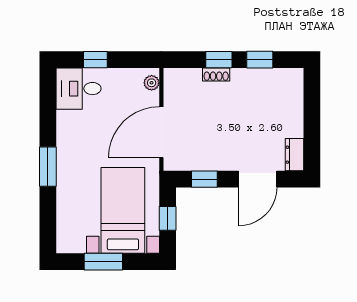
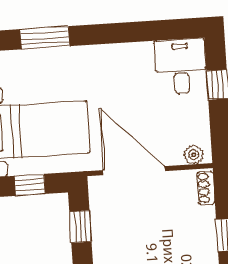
shoe rack: (216, 74) -> (206, 188), moved
window: (48, 167) -> (45, 38), moved

